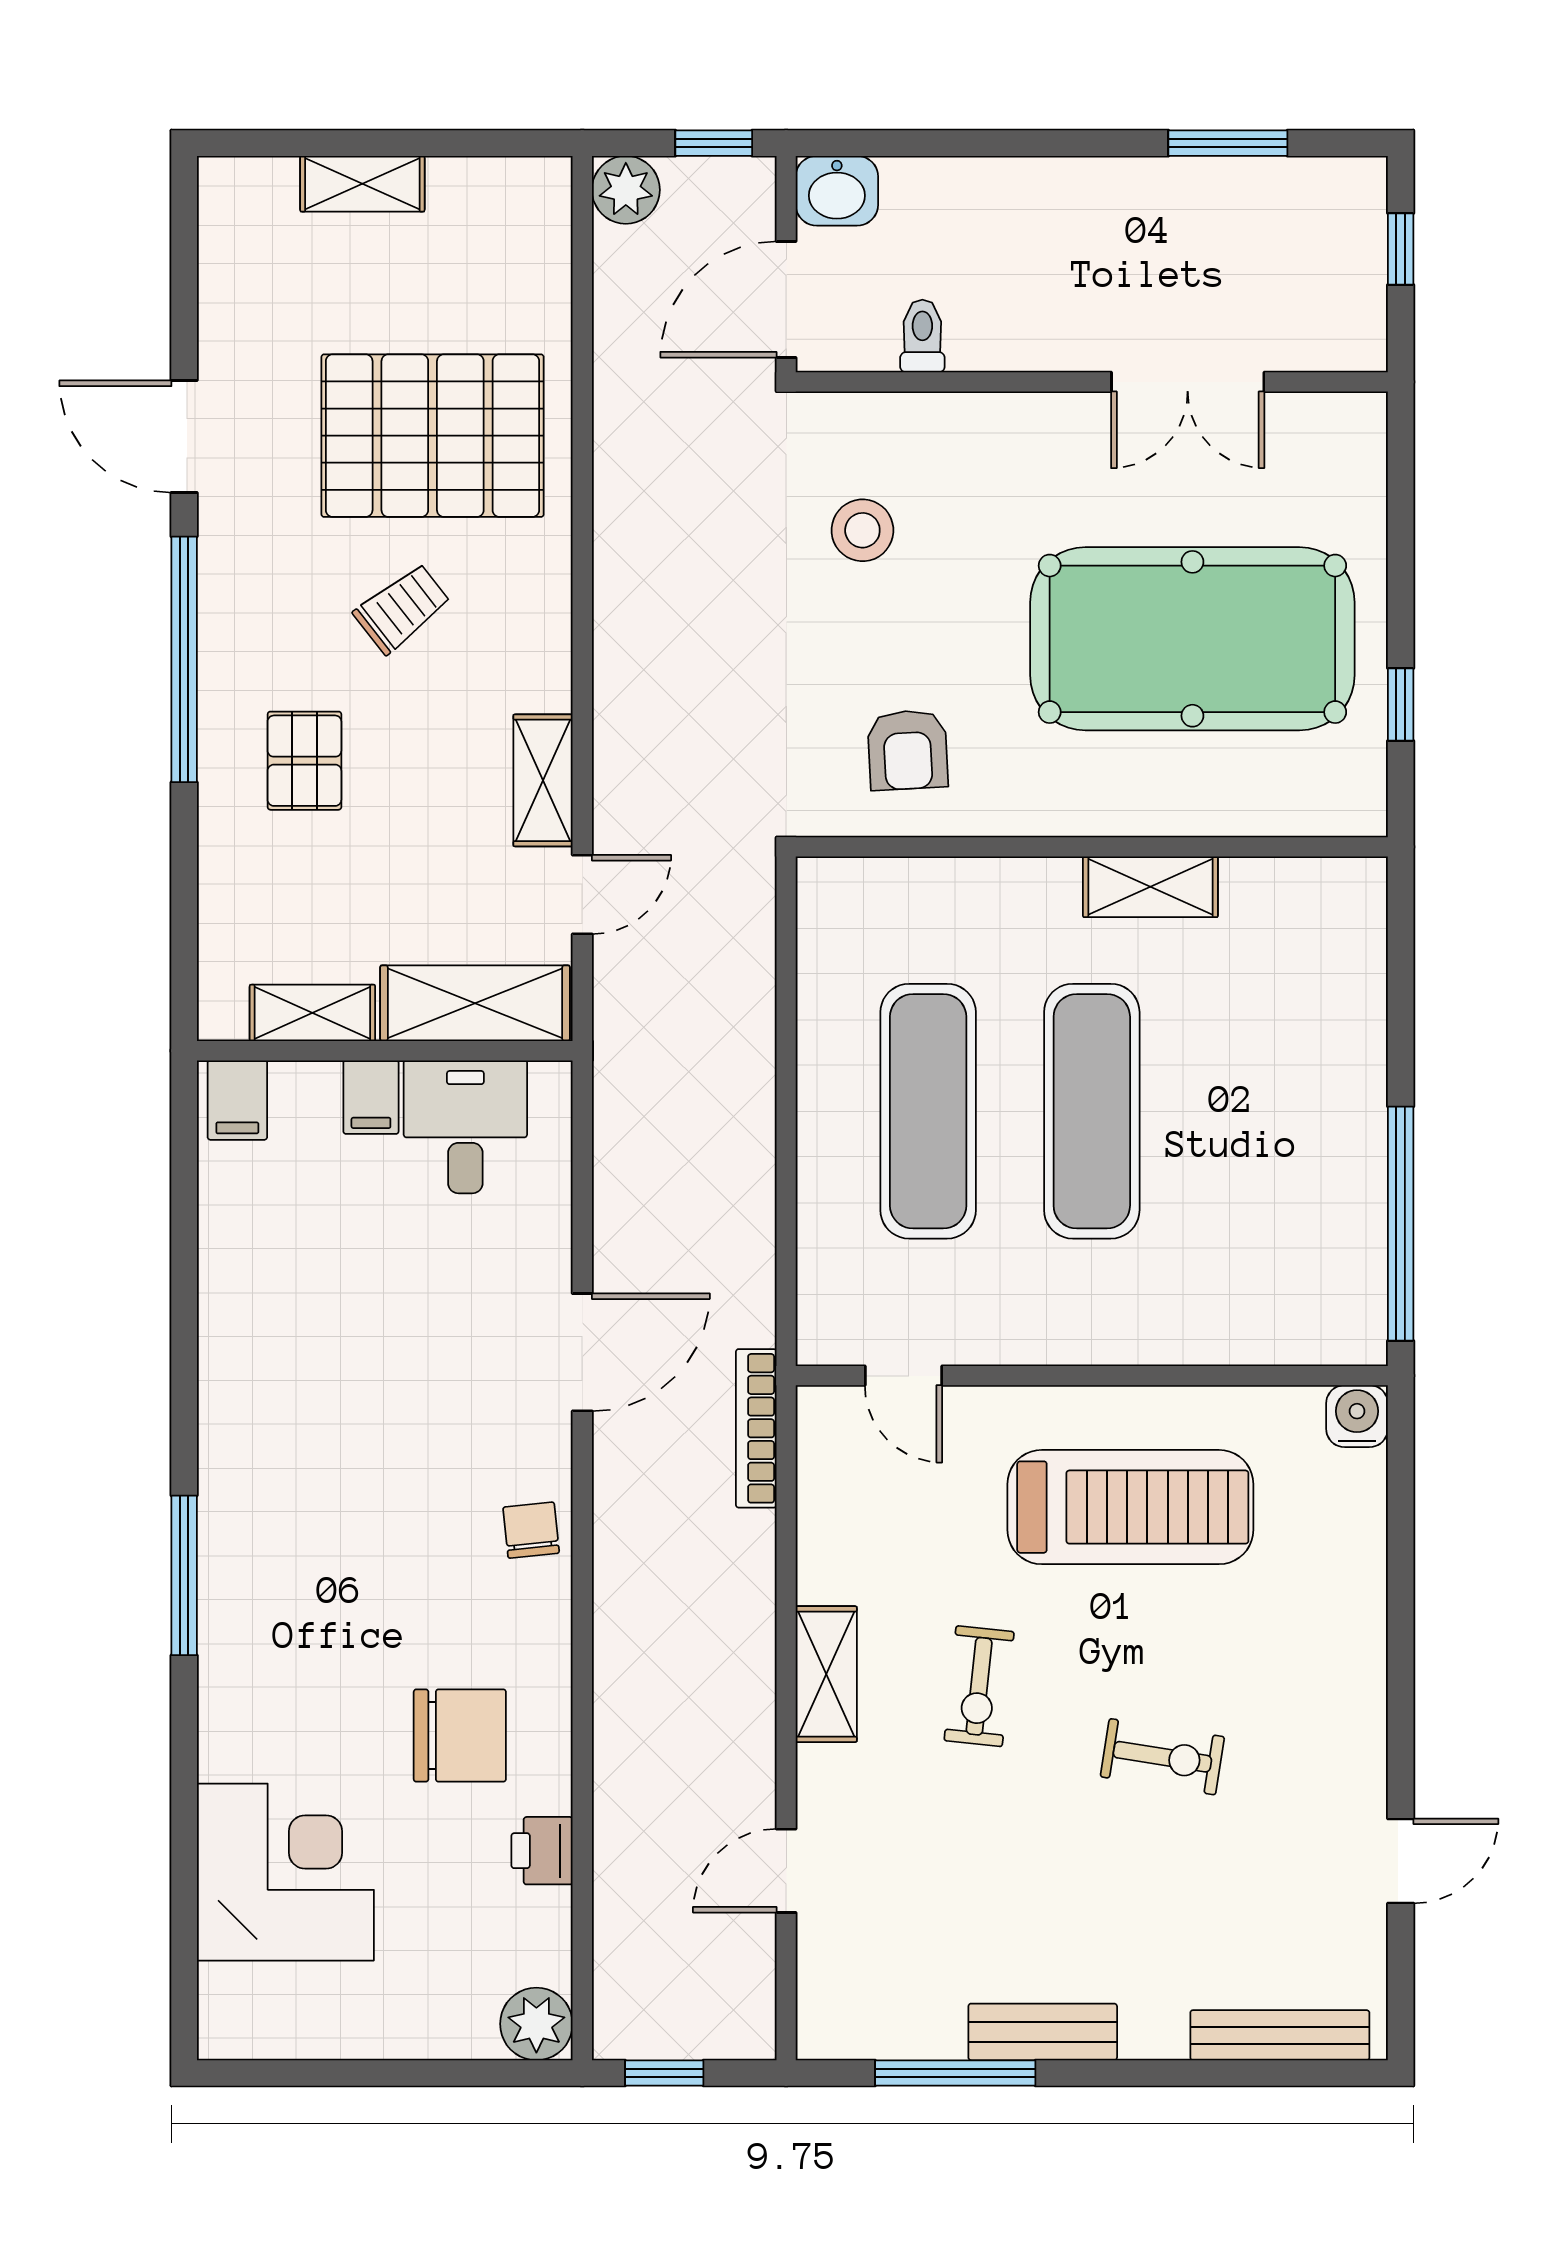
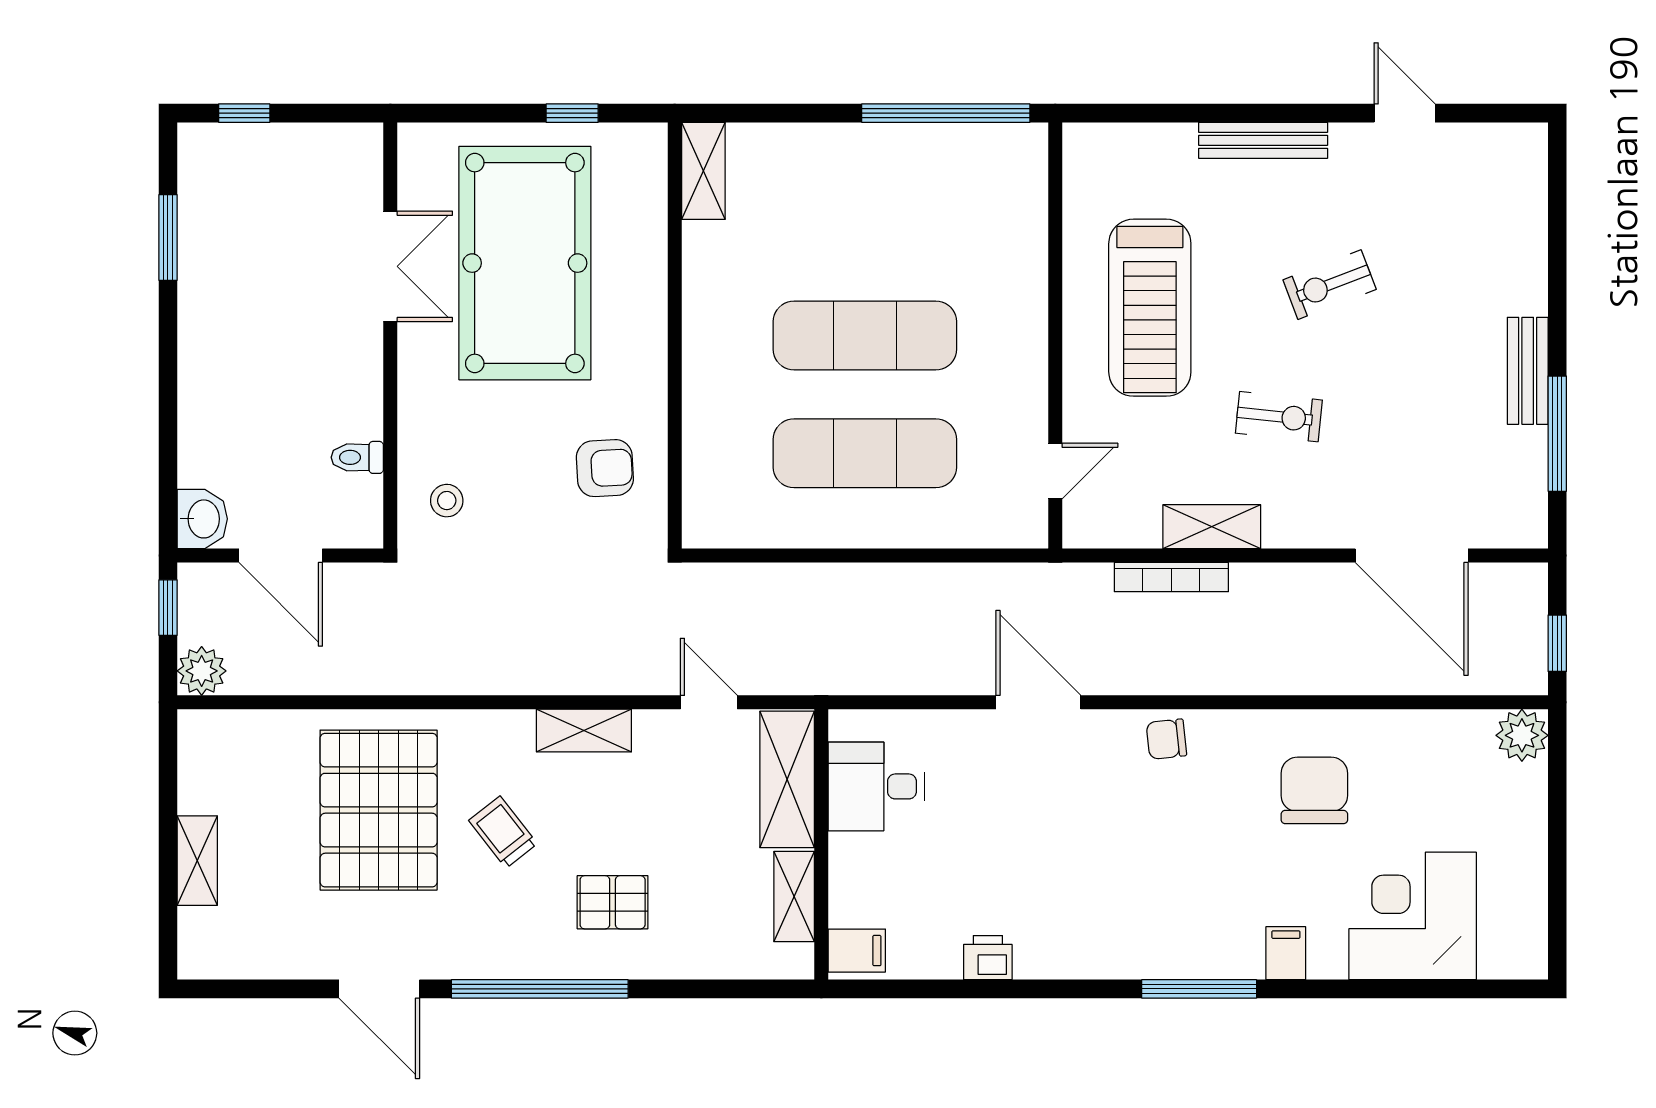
toilet: (922, 336) -> (357, 457), moved
wall: (1092, 382) -> (390, 335), moved
double door: (1188, 382) -> (390, 266), moved
door: (184, 437) -> (379, 989), hinge flipped
stool: (862, 530) -> (447, 501), width x0.73, depth x0.73
shelving: (543, 780) -> (584, 731), moved
shelving: (1150, 887) -> (703, 171), moved
filing cabinet: (371, 1097) -> (1286, 953), moved, turned -90
water cooler: (1357, 1416) -> (1084, 145), removed
bookcase: (756, 1428) -> (1171, 577), moved
treadmill: (1130, 1507) -> (1150, 308), turned 180
shelving: (826, 1674) -> (1212, 527), moved
exercise bike: (1162, 1757) -> (1330, 285), turned -120
printer: (542, 1851) -> (988, 958), moved, turned 180
door: (786, 1871) -> (1412, 556), width x1.88
bench: (1280, 2035) -> (1263, 140), moved, turned 90

